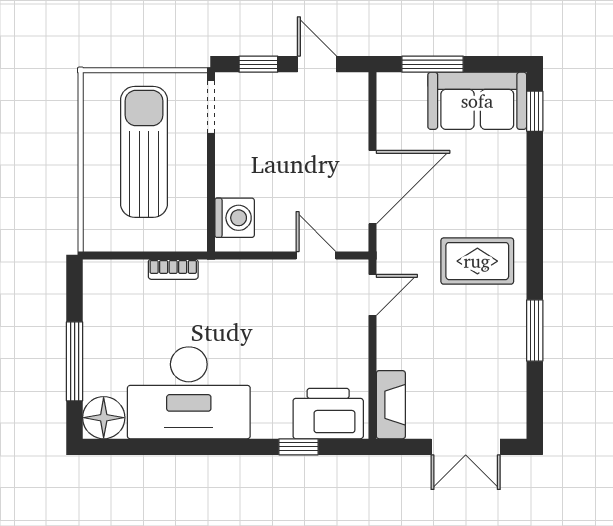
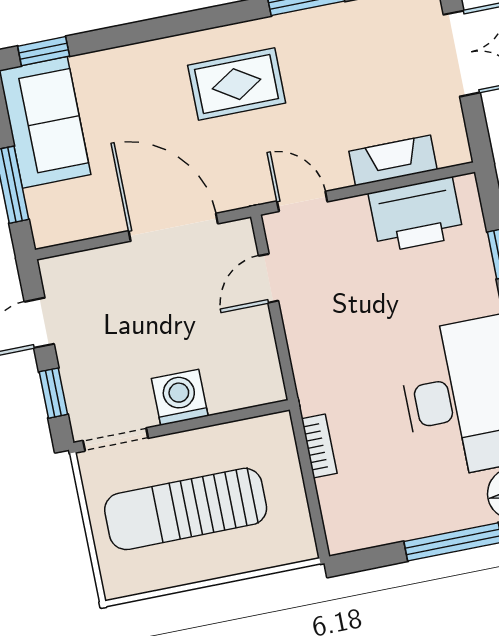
washing machine: (235, 218) -> (180, 397), moved
rug: (477, 261) -> (237, 84), turned 90
fireplace: (391, 405) -> (393, 160), moved
printer: (328, 414) -> (416, 215), moved, turned -90

